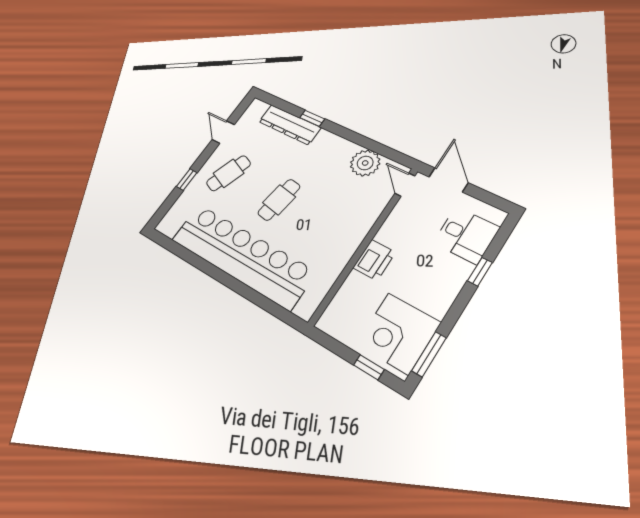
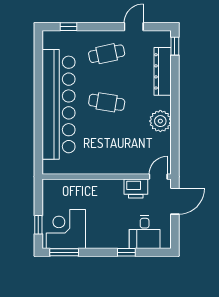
window: (312, 118) -> (175, 46), moved
plant: (365, 163) -> (160, 121), moved
cafe table: (229, 173) -> (107, 54), turned -33
window: (187, 180) -> (69, 27), moved
printer: (374, 260) -> (136, 188), moved

